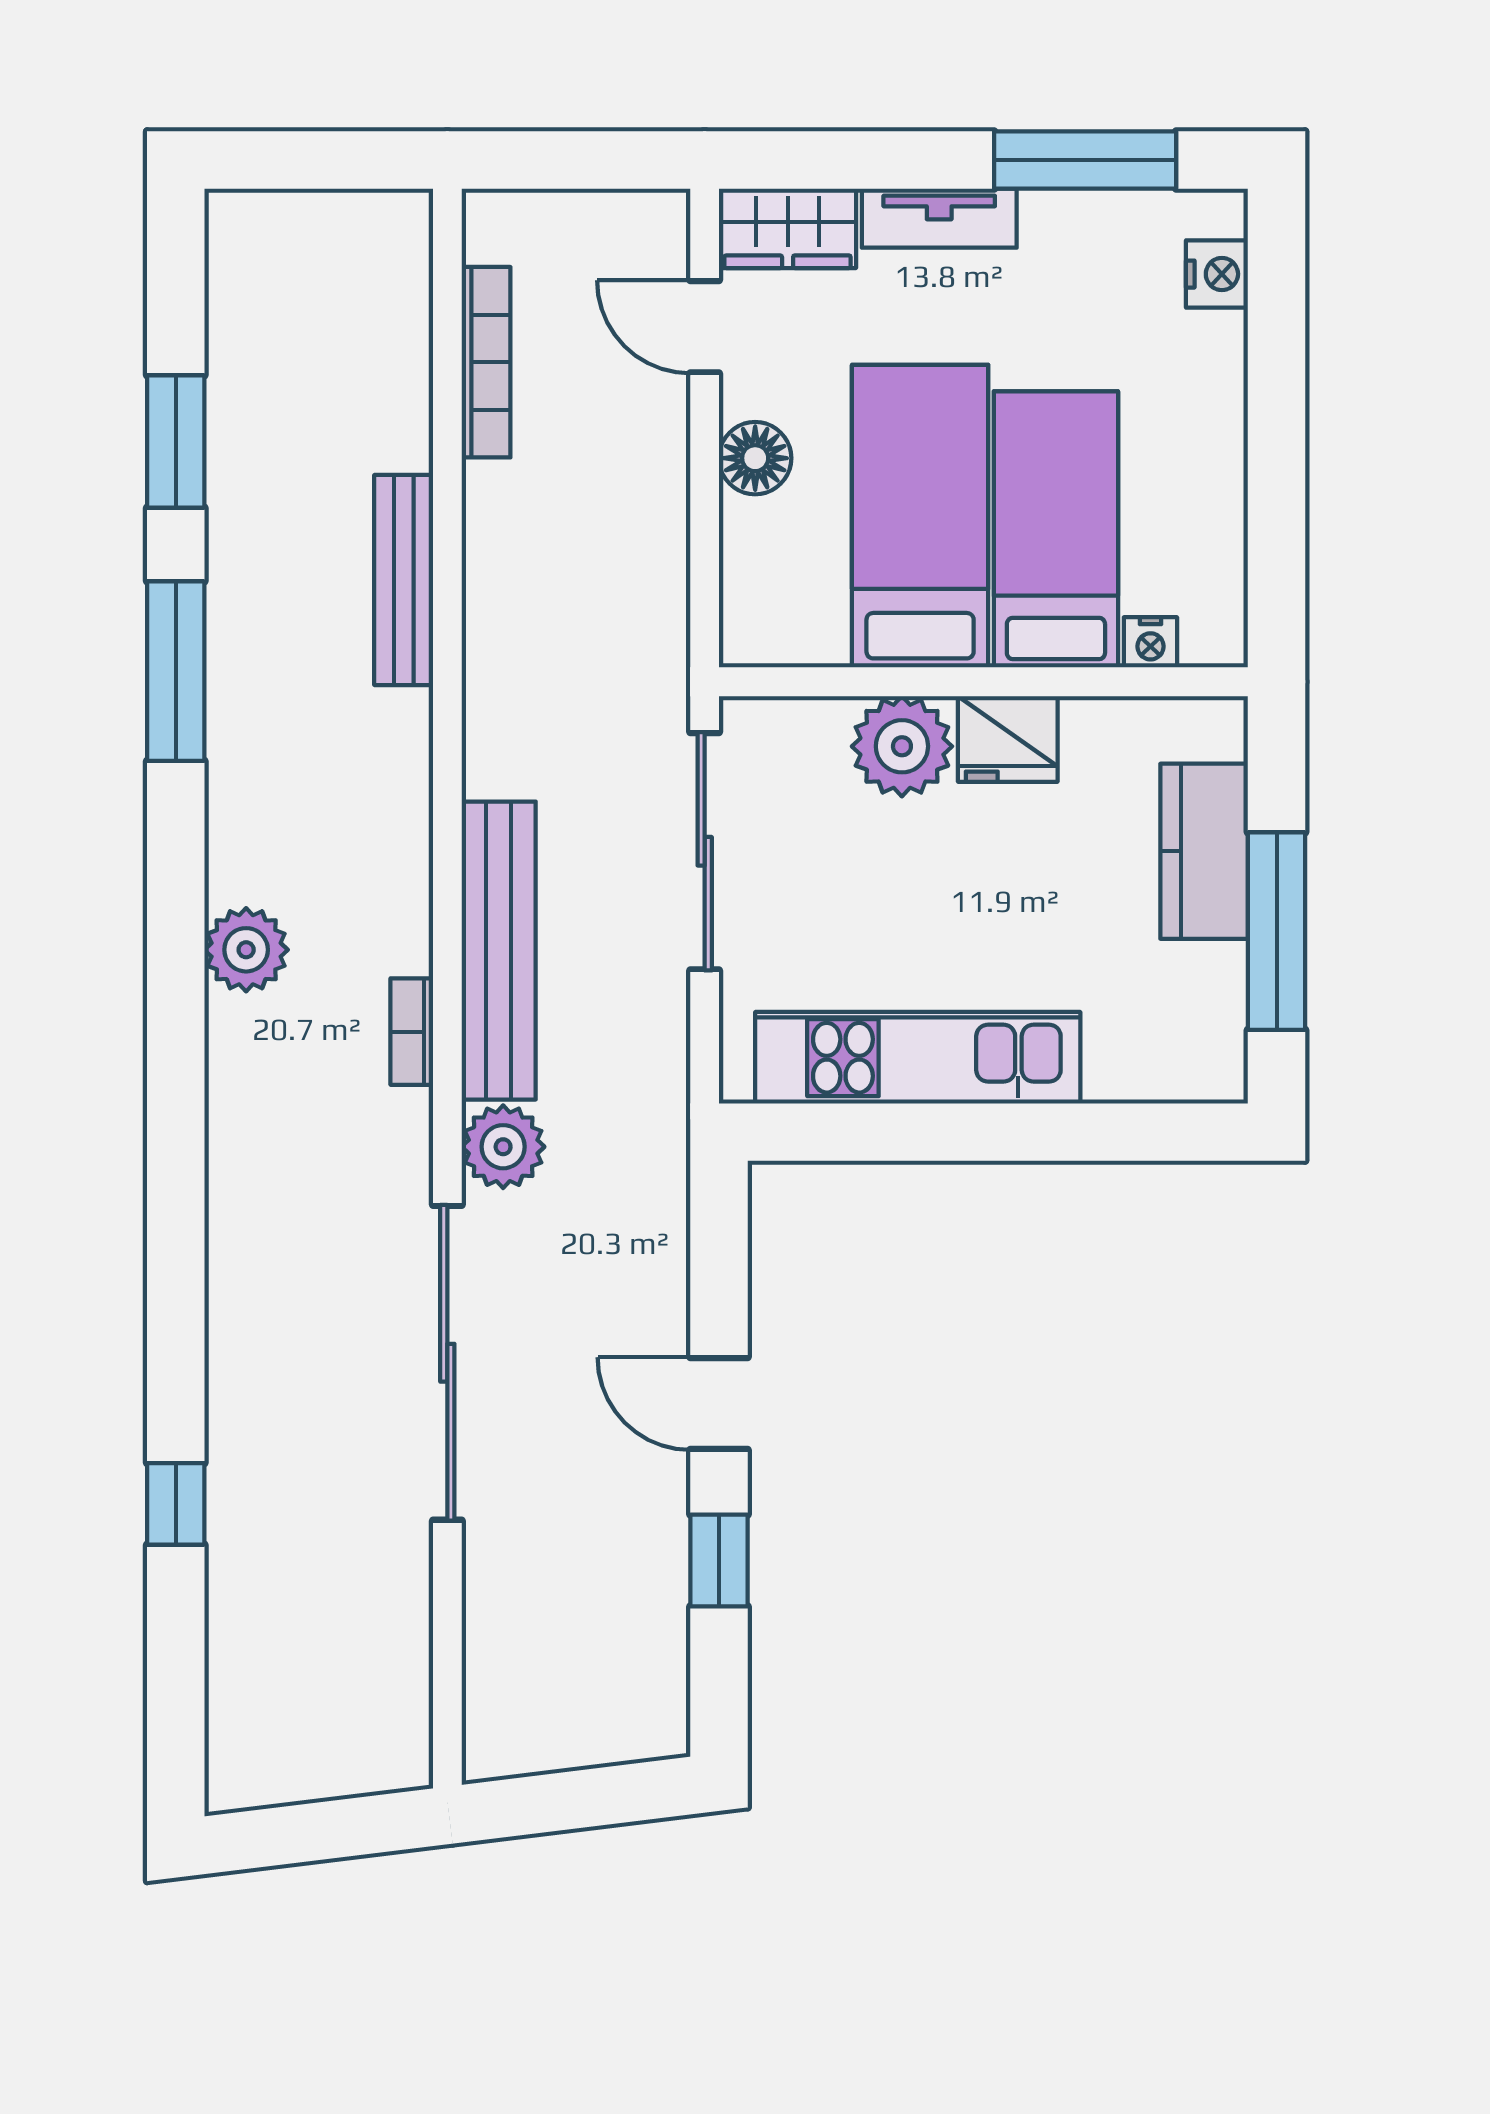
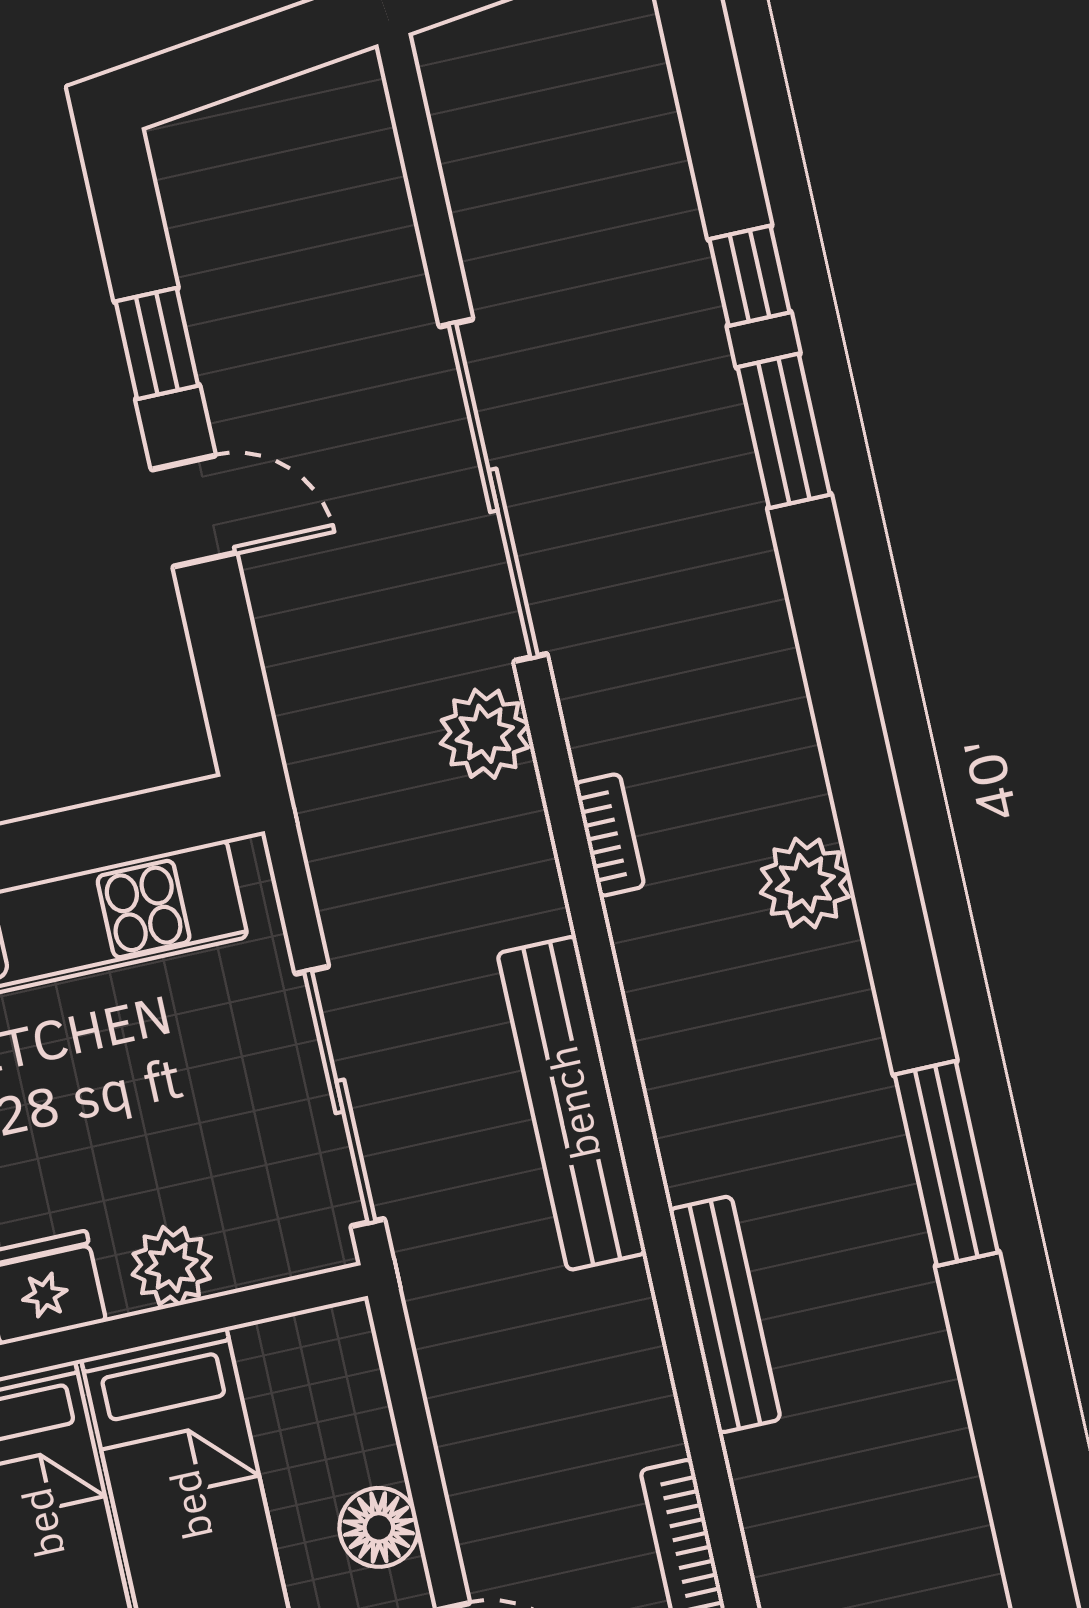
window: (176, 442) -> (784, 431), moved
plant: (902, 746) -> (172, 1266), width x0.73, depth x0.73
bench: (499, 951) -> (572, 1103), moved

